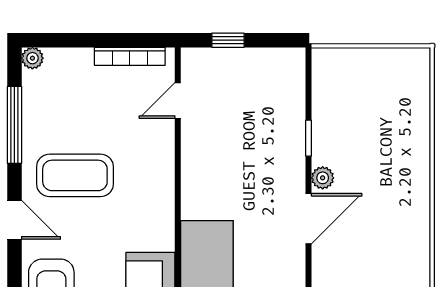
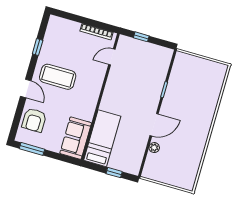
plant: (32, 58) -> (54, 20), removed
window: (14, 125) -> (38, 47), width x0.46
plant: (323, 178) -> (154, 148), moved

